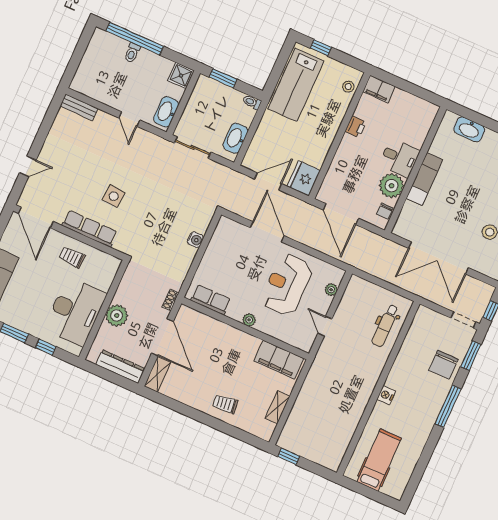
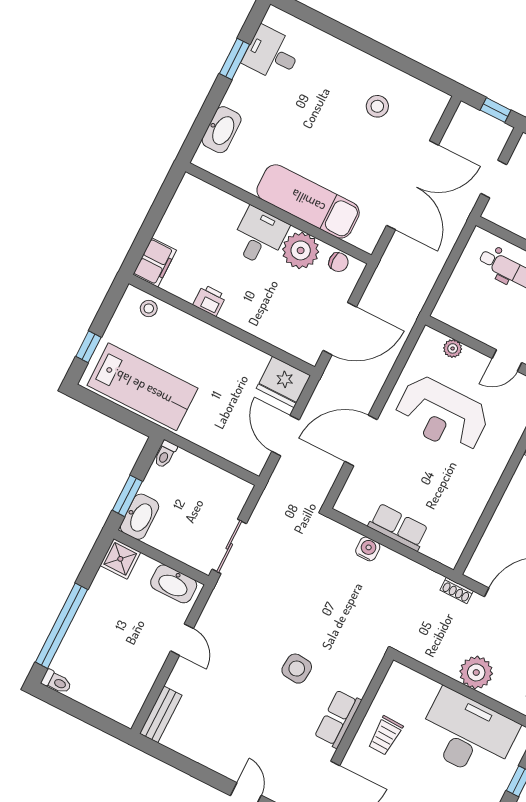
toilet: (132, 53) -> (57, 682), moved
door: (129, 119) -> (182, 640), hinge flipped
washbasin: (236, 138) -> (140, 517), moved, turned -90
exam couch: (424, 179) -> (308, 201), width x1.36, depth x1.45
row of seats: (90, 229) -> (338, 719), width x0.68
row of seats: (211, 300) -> (398, 527), moved, turned 90
plant: (249, 320) -> (492, 474), removed
doorway: (463, 320) -> (494, 179), moved

